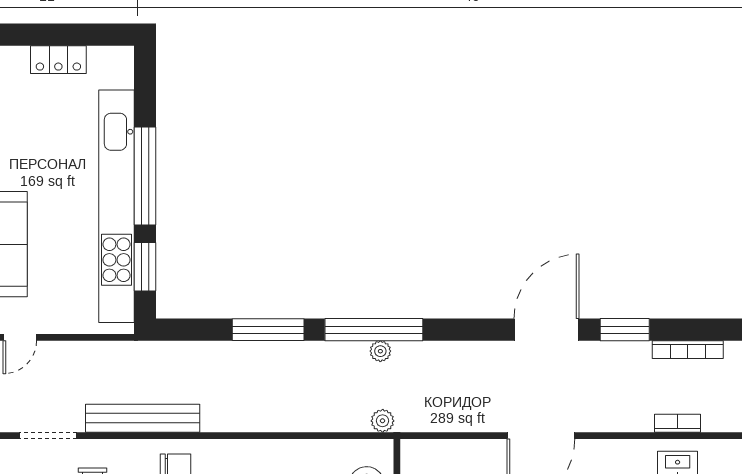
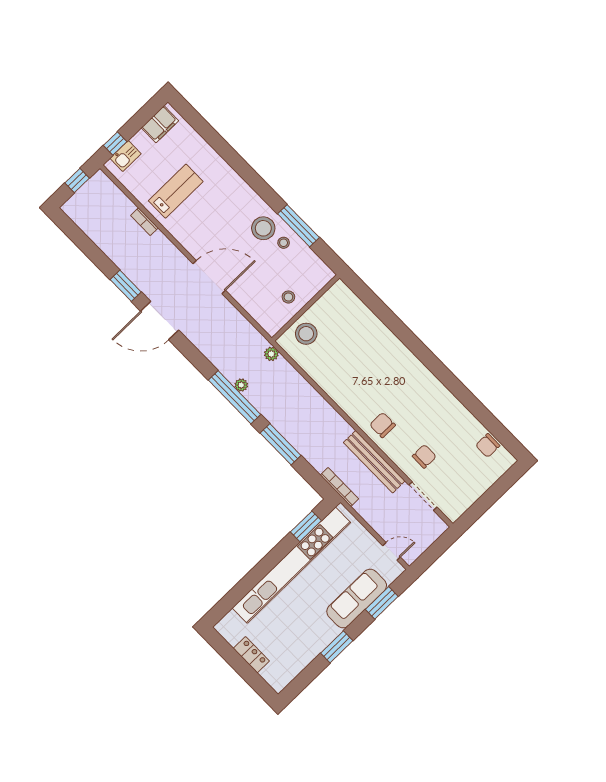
window: (145, 176) -> (266, 566), removed
bookcase: (688, 350) -> (339, 487), moved

